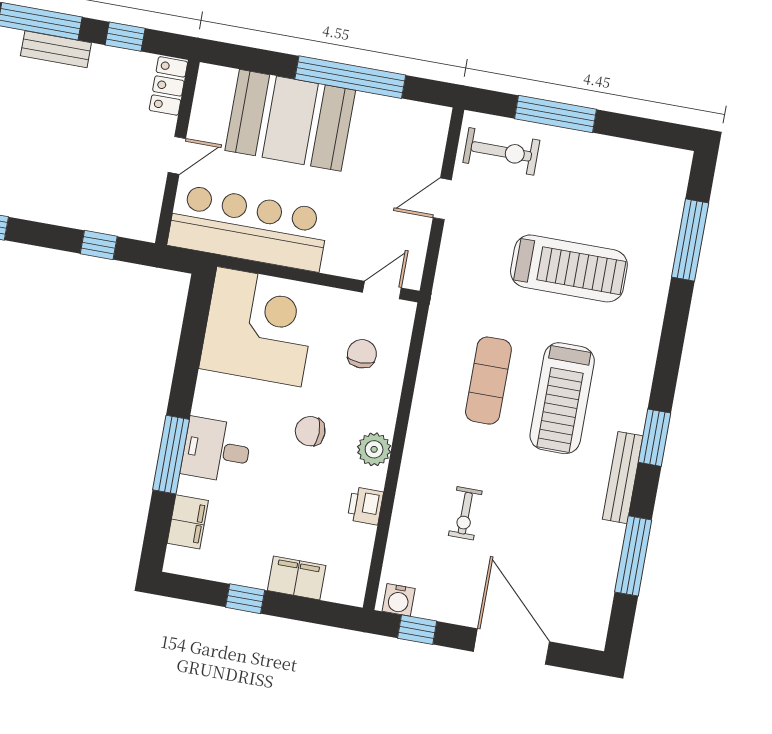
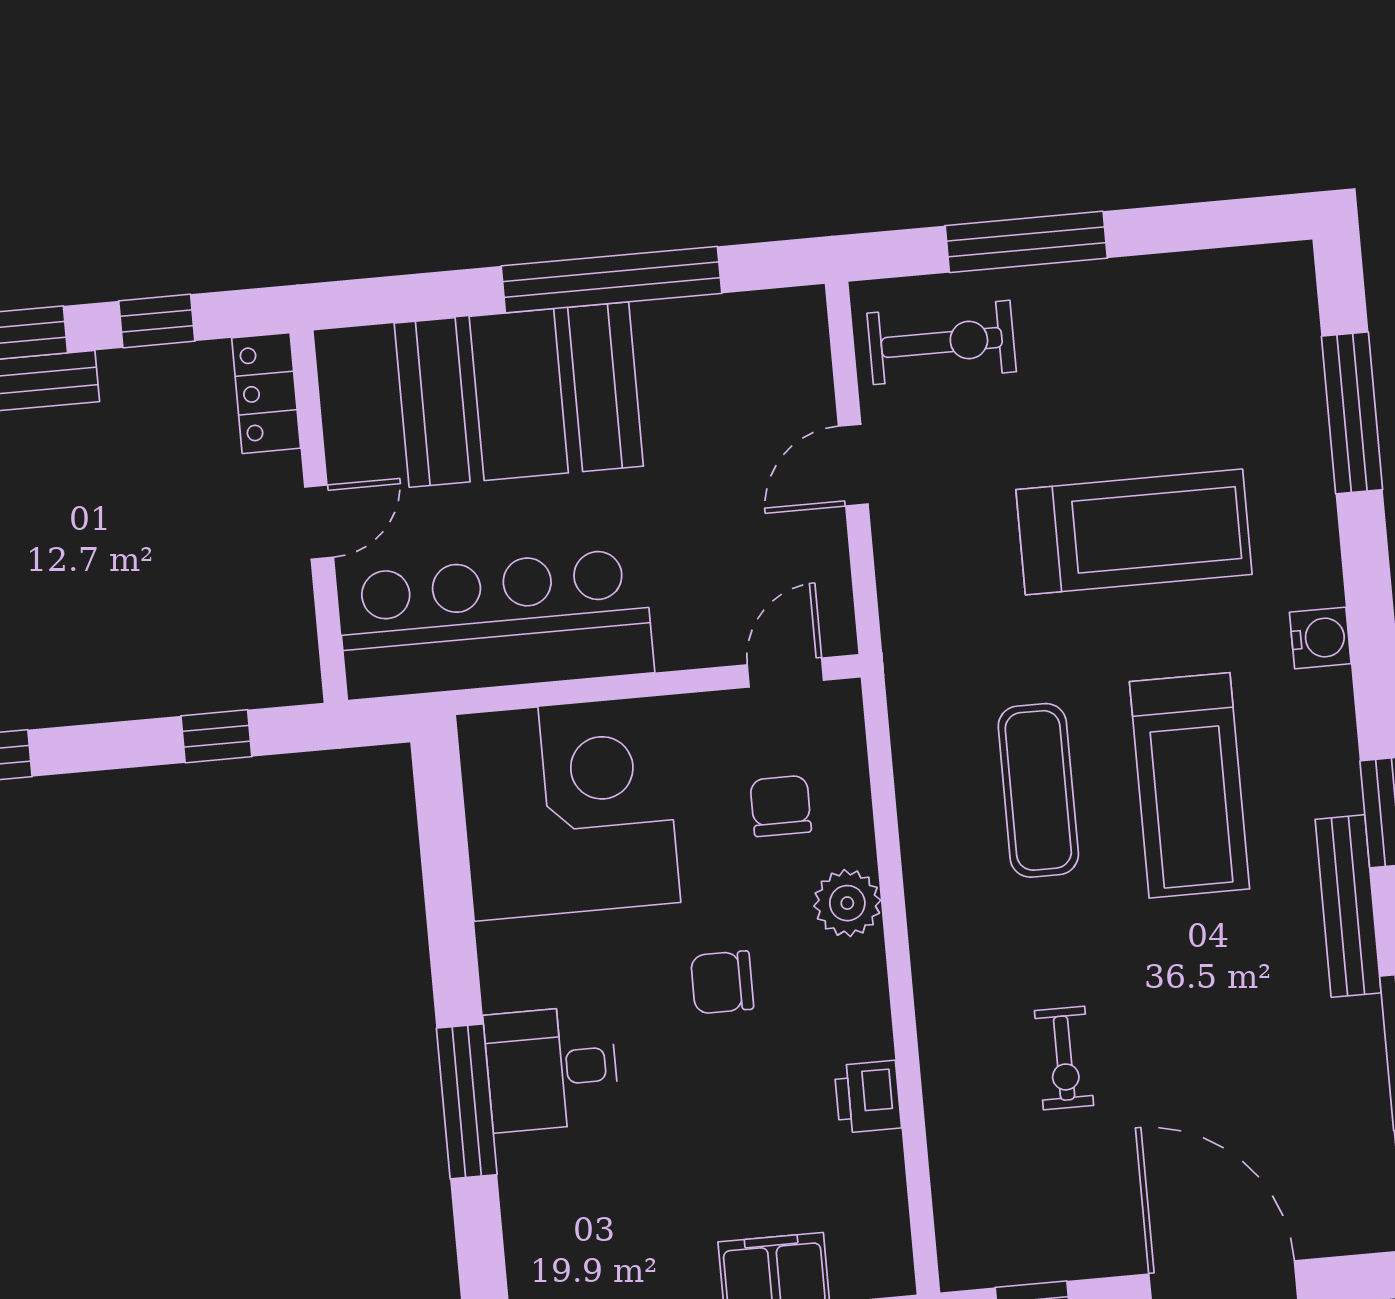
plant: (374, 449) -> (847, 903), moved
filing cabinet: (188, 522) -> (535, 1222), removed
water cooler: (399, 600) -> (1320, 638), moved, turned -90

